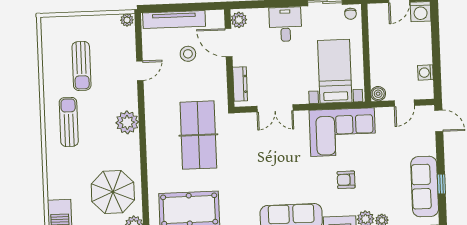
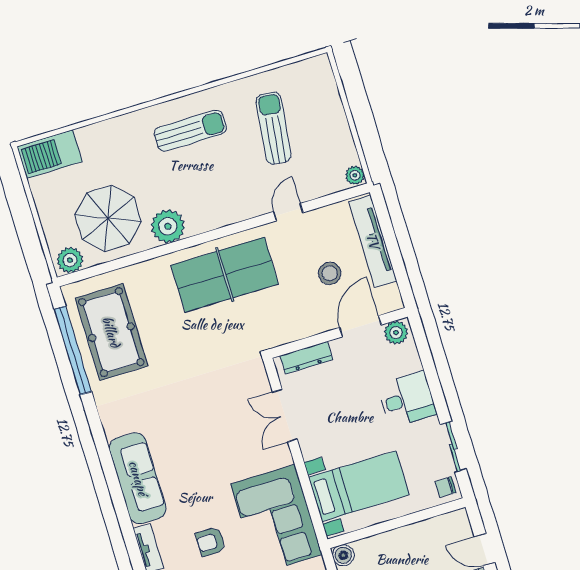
sun lounger: (81, 66) -> (274, 128), turned 97
door: (140, 71) -> (288, 212), swing flipped
plant: (127, 122) -> (168, 226), moved
table tennis table: (198, 135) -> (225, 275), moved
armchair: (346, 180) -> (211, 542), turned -90

